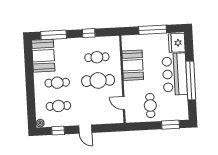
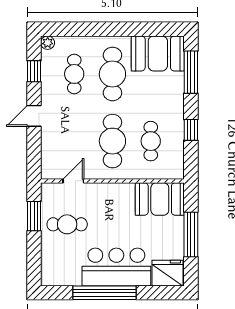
booth: (133, 65) -> (160, 199), moved
cafe table: (57, 83) -> (112, 74), width x1.37, depth x1.35
window: (170, 125) -> (34, 216), moved

